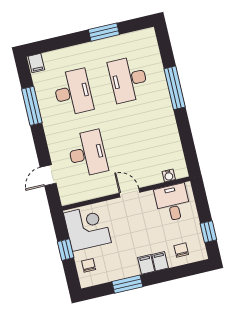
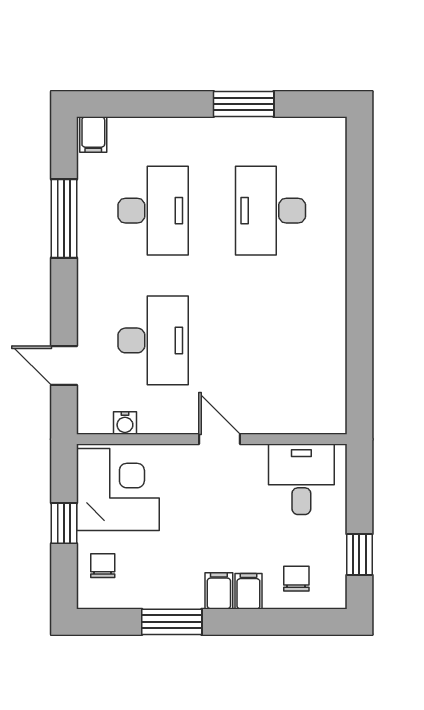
window: (175, 88) -> (359, 249), removed
door: (48, 175) -> (64, 366), hinge flipped
water cooler: (169, 176) -> (125, 423), moved

